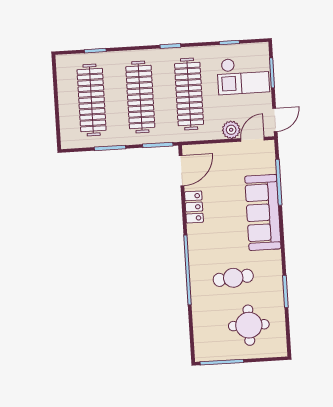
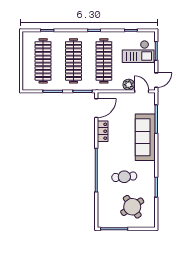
door: (252, 139) -> (142, 91), hinge flipped
round table: (249, 325) -> (132, 207), turned -34

